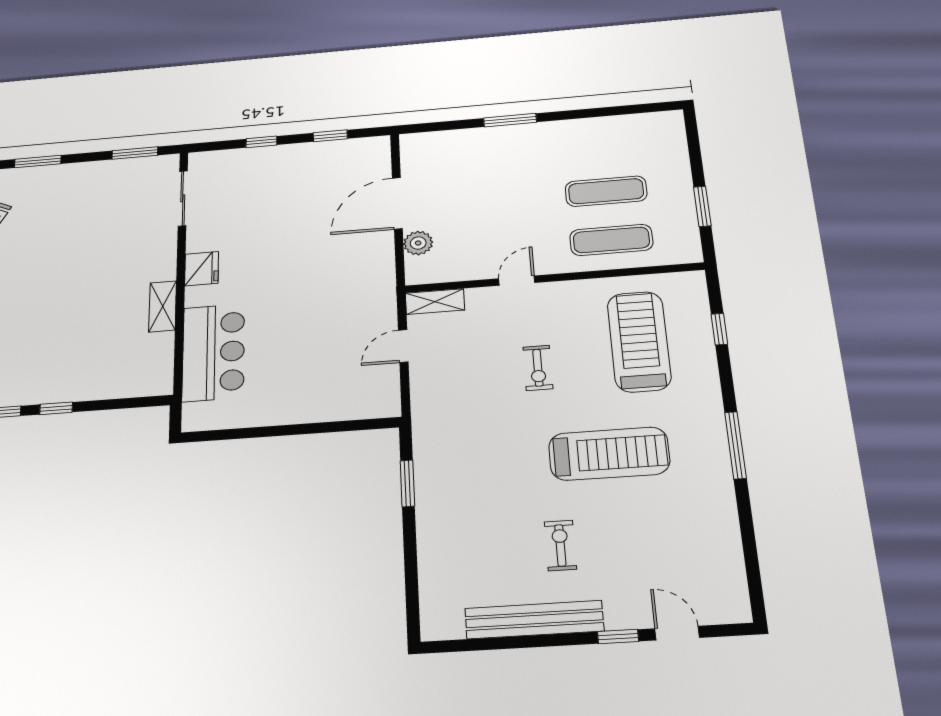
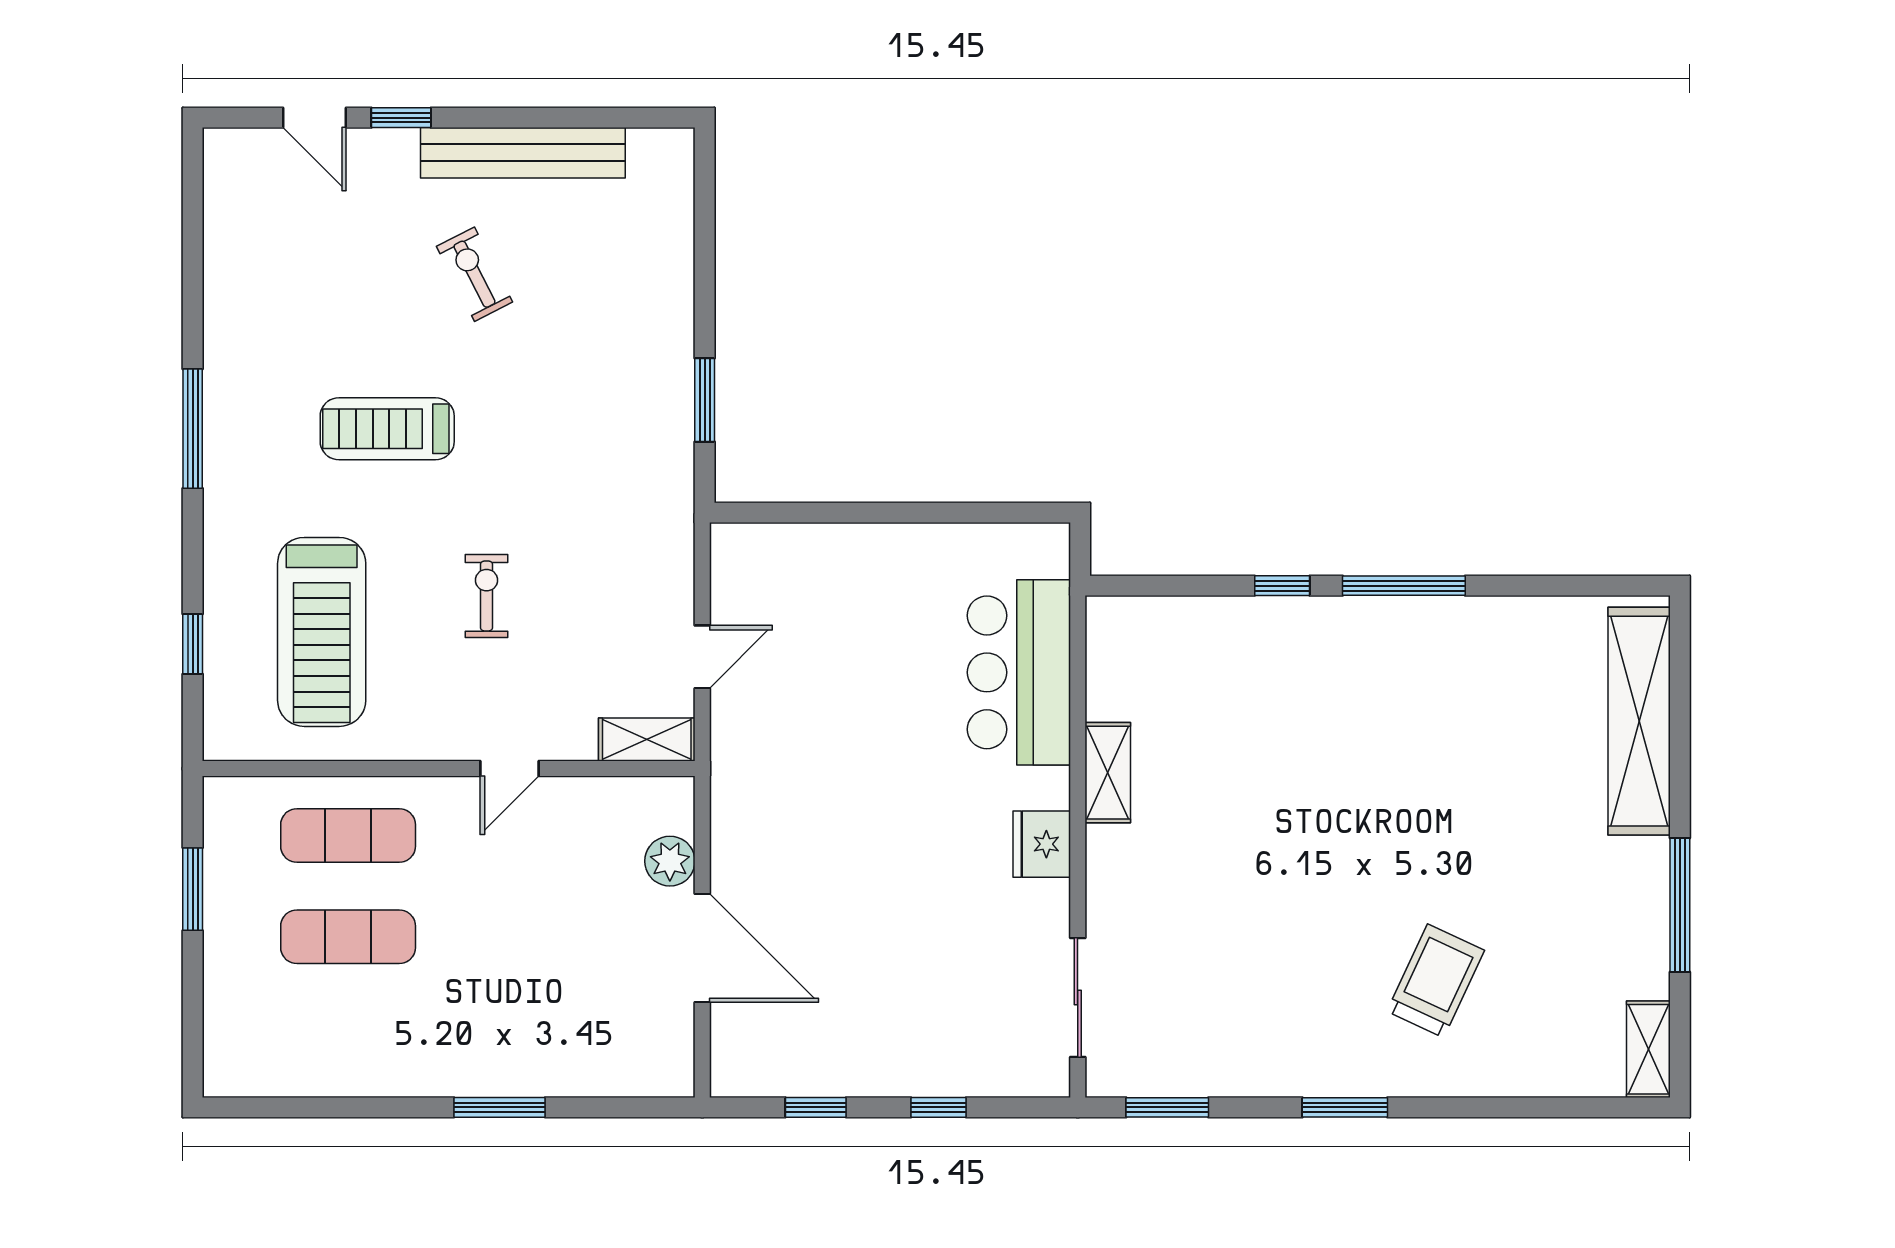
door: (397, 203) -> (702, 948), hinge flipped
treadmill: (609, 454) -> (387, 429), width x0.73, depth x0.73
exercise bike: (560, 545) -> (475, 274), turned 153

